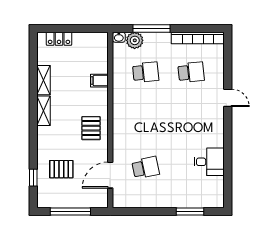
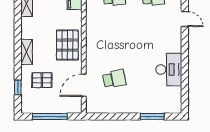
shelving: (44, 111) -> (27, 52), moved
pallet: (91, 128) -> (67, 45), width x1.50, depth x1.42
desk: (209, 162) -> (169, 70), width x1.37

